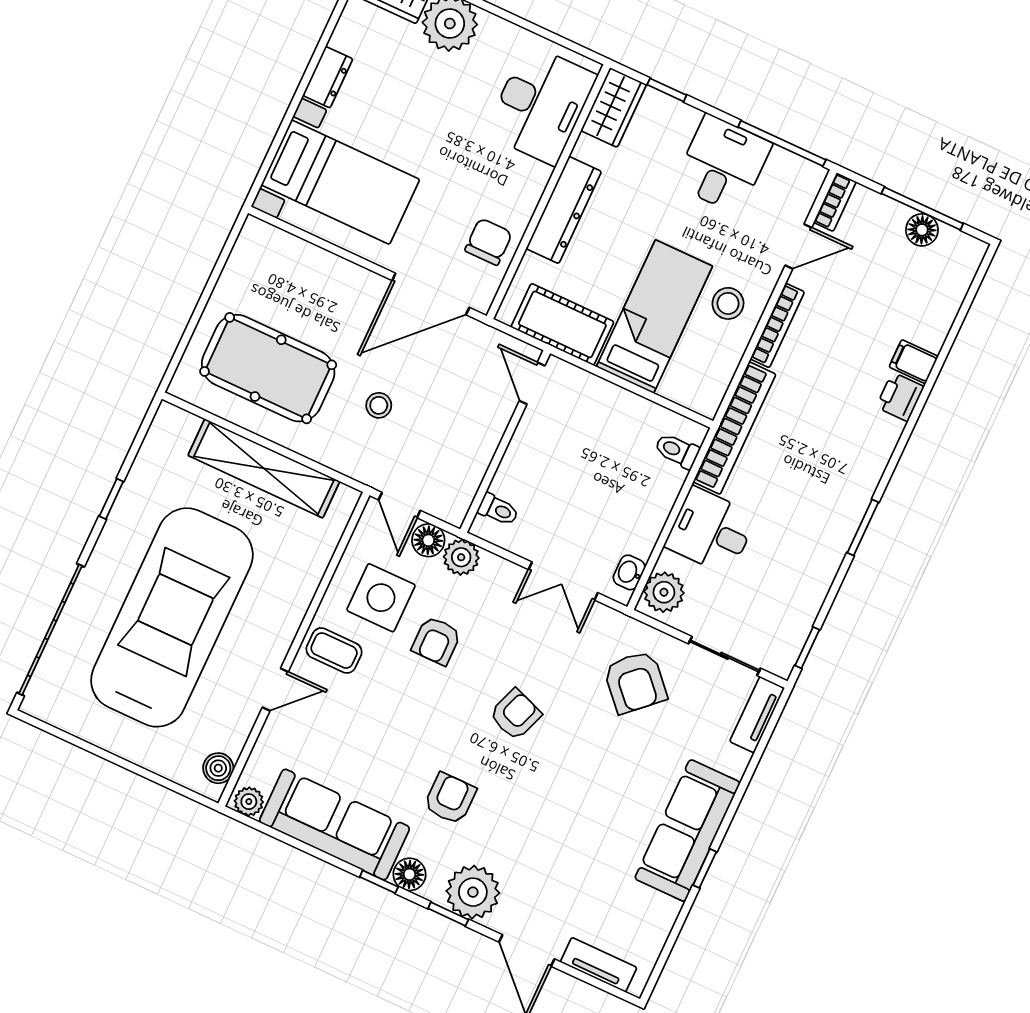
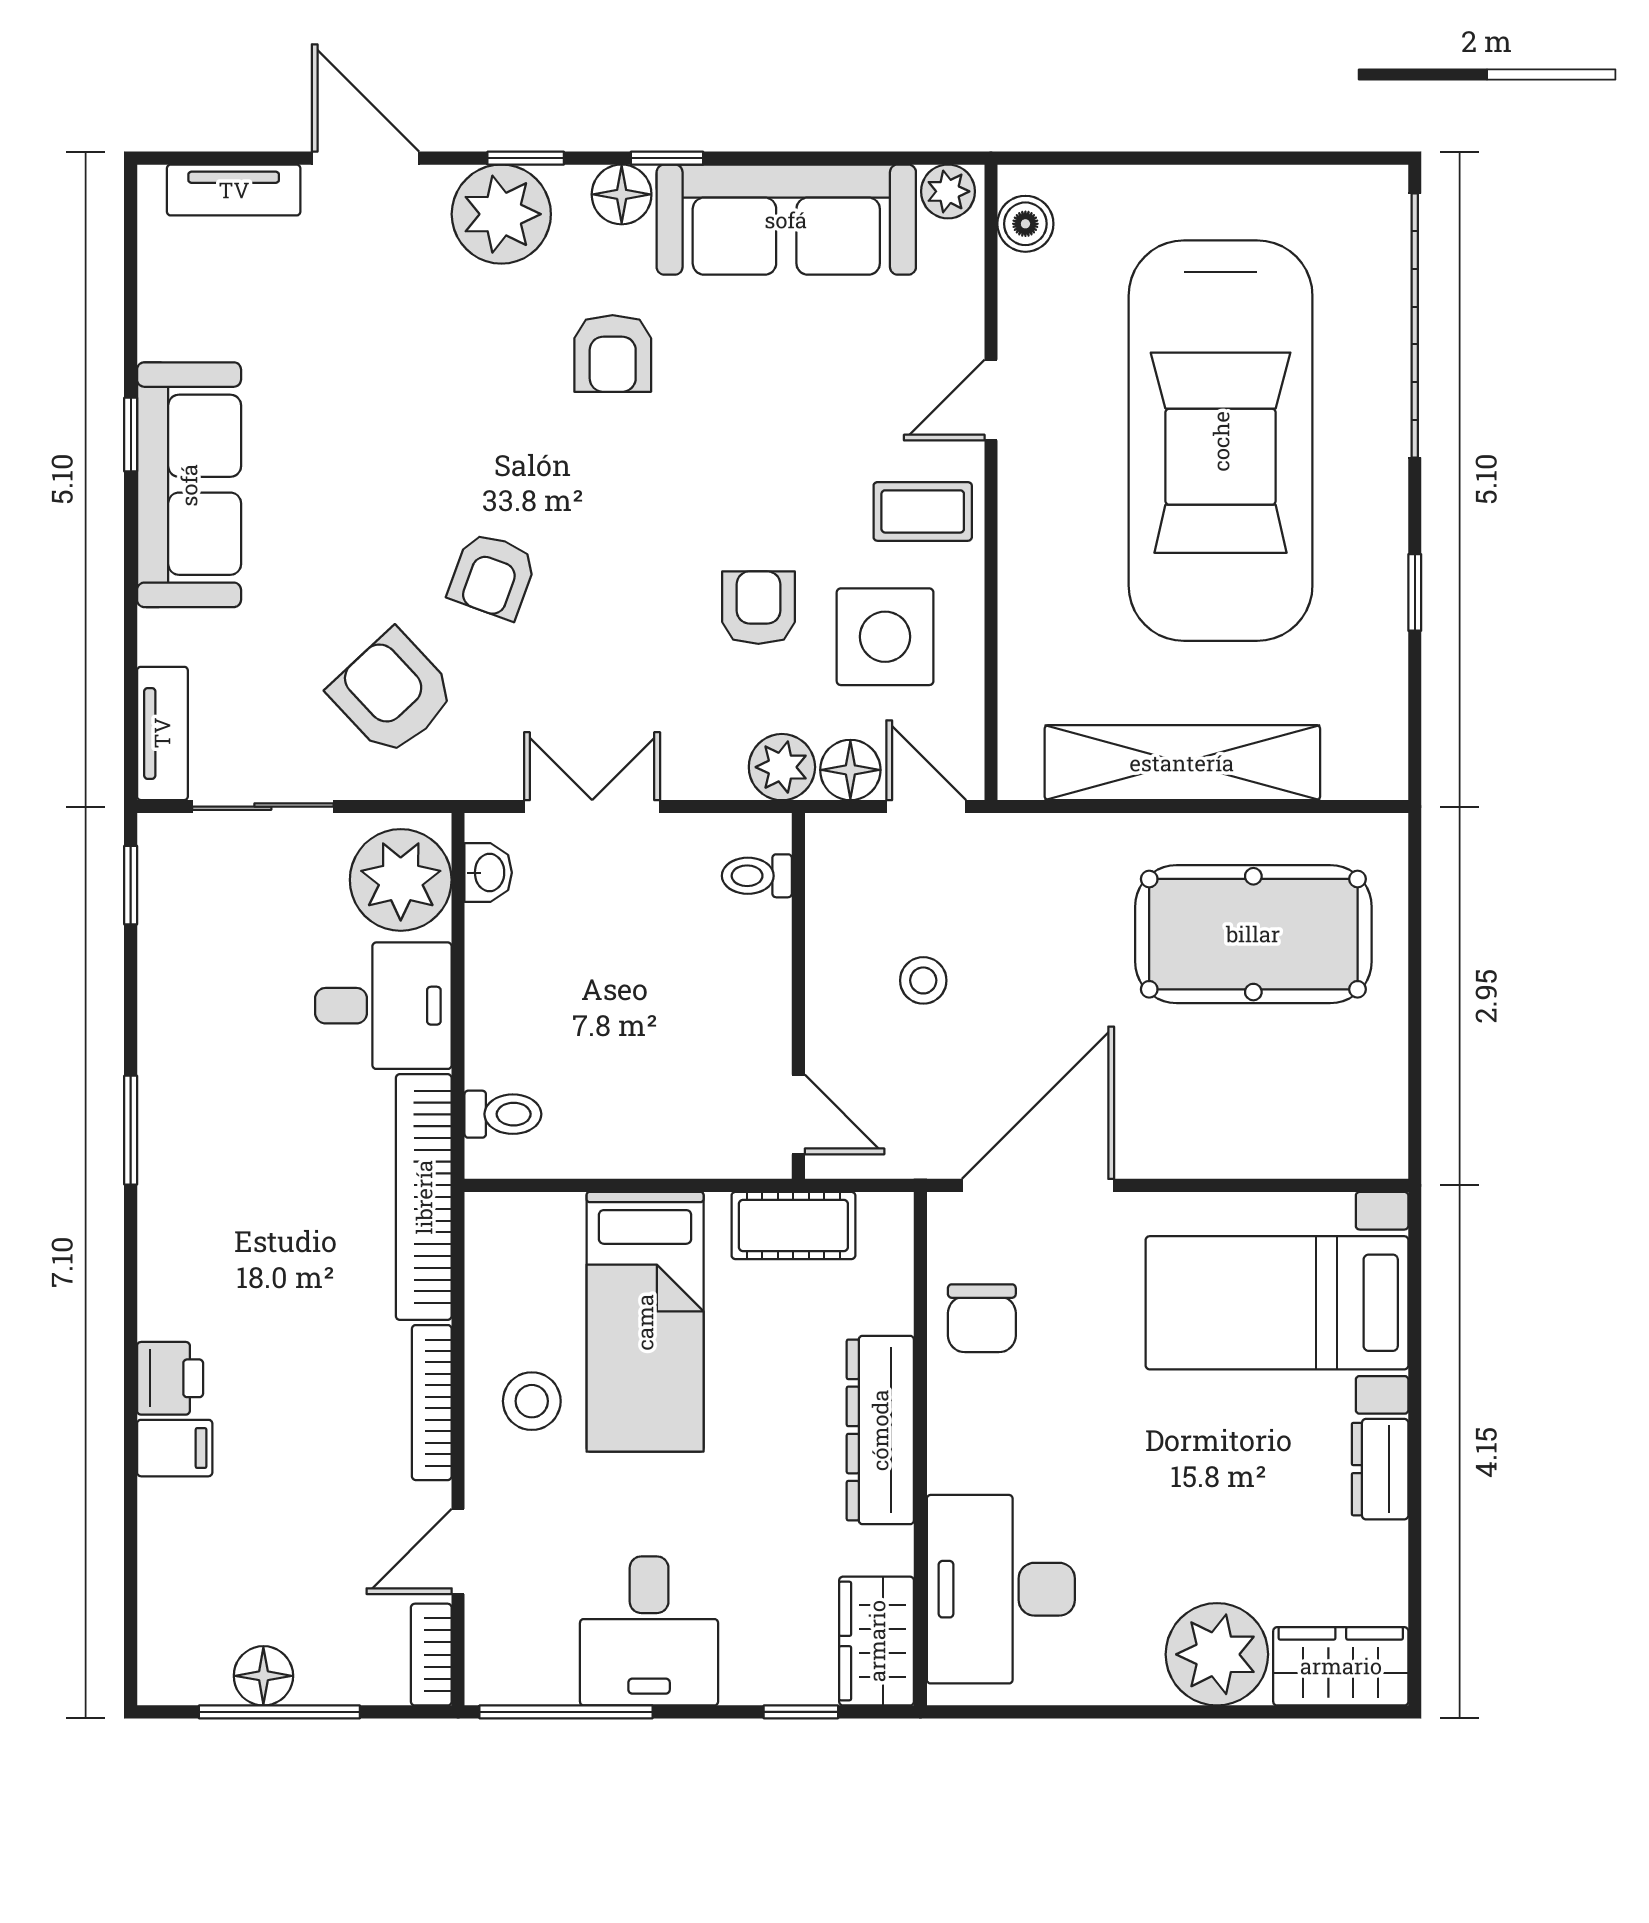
cot: (562, 324) -> (793, 1225), width x0.73, depth x0.75
stool: (379, 405) -> (923, 980), moved
plant: (664, 592) -> (401, 880), width x1.36, depth x1.36
armchair: (515, 714) -> (492, 576), moved

